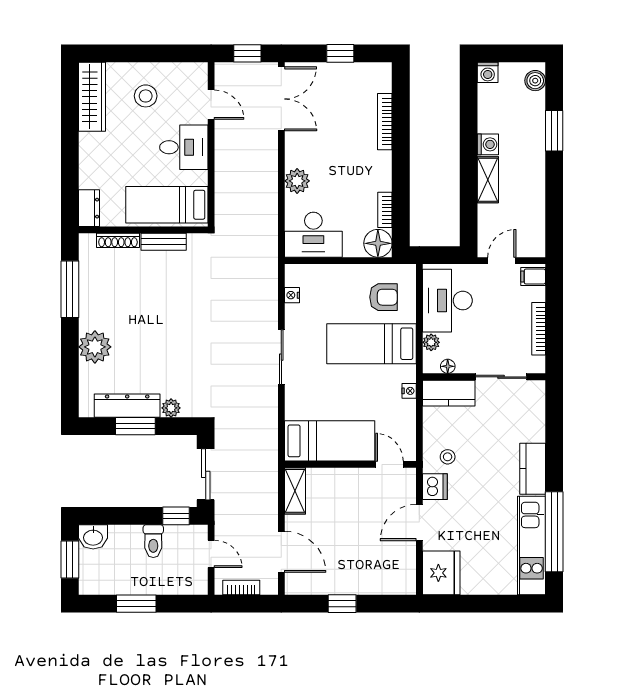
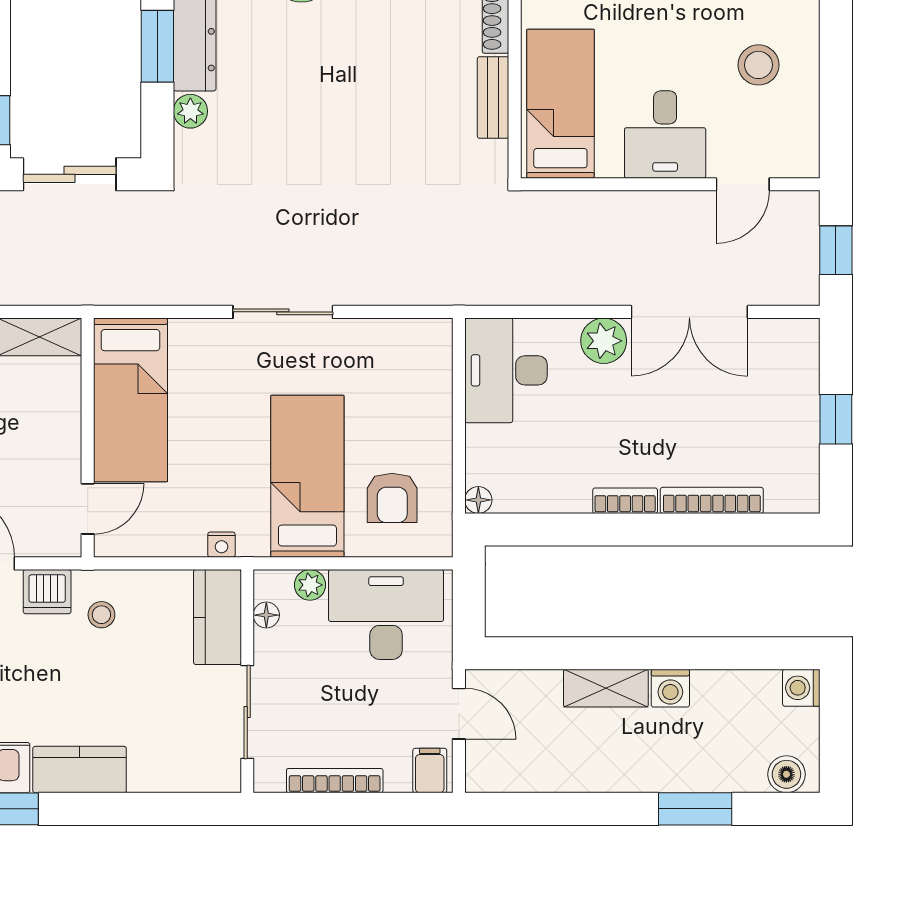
double door: (281, 99) -> (689, 312), moved
bookcase: (385, 210) -> (625, 501), moved
floor lamp: (378, 243) -> (478, 500), width x0.53, depth x0.53
nightstand: (292, 295) -> (396, 331), removed

